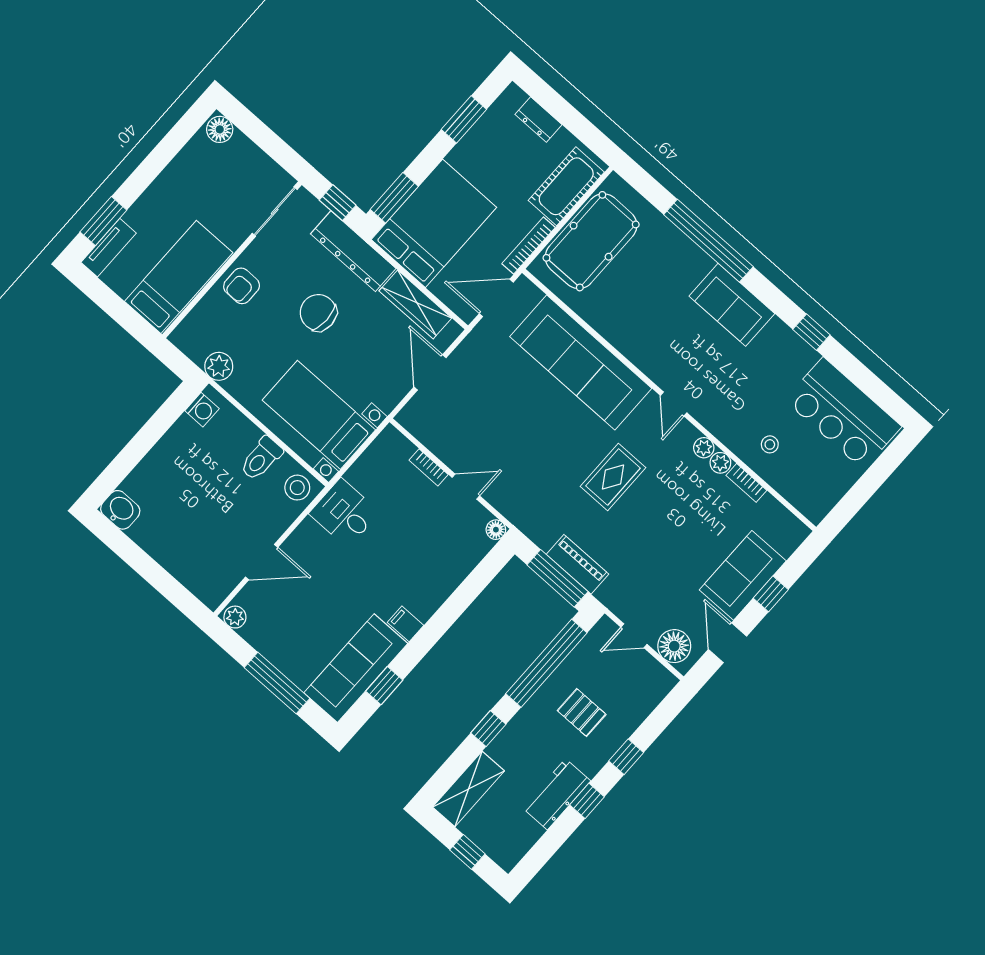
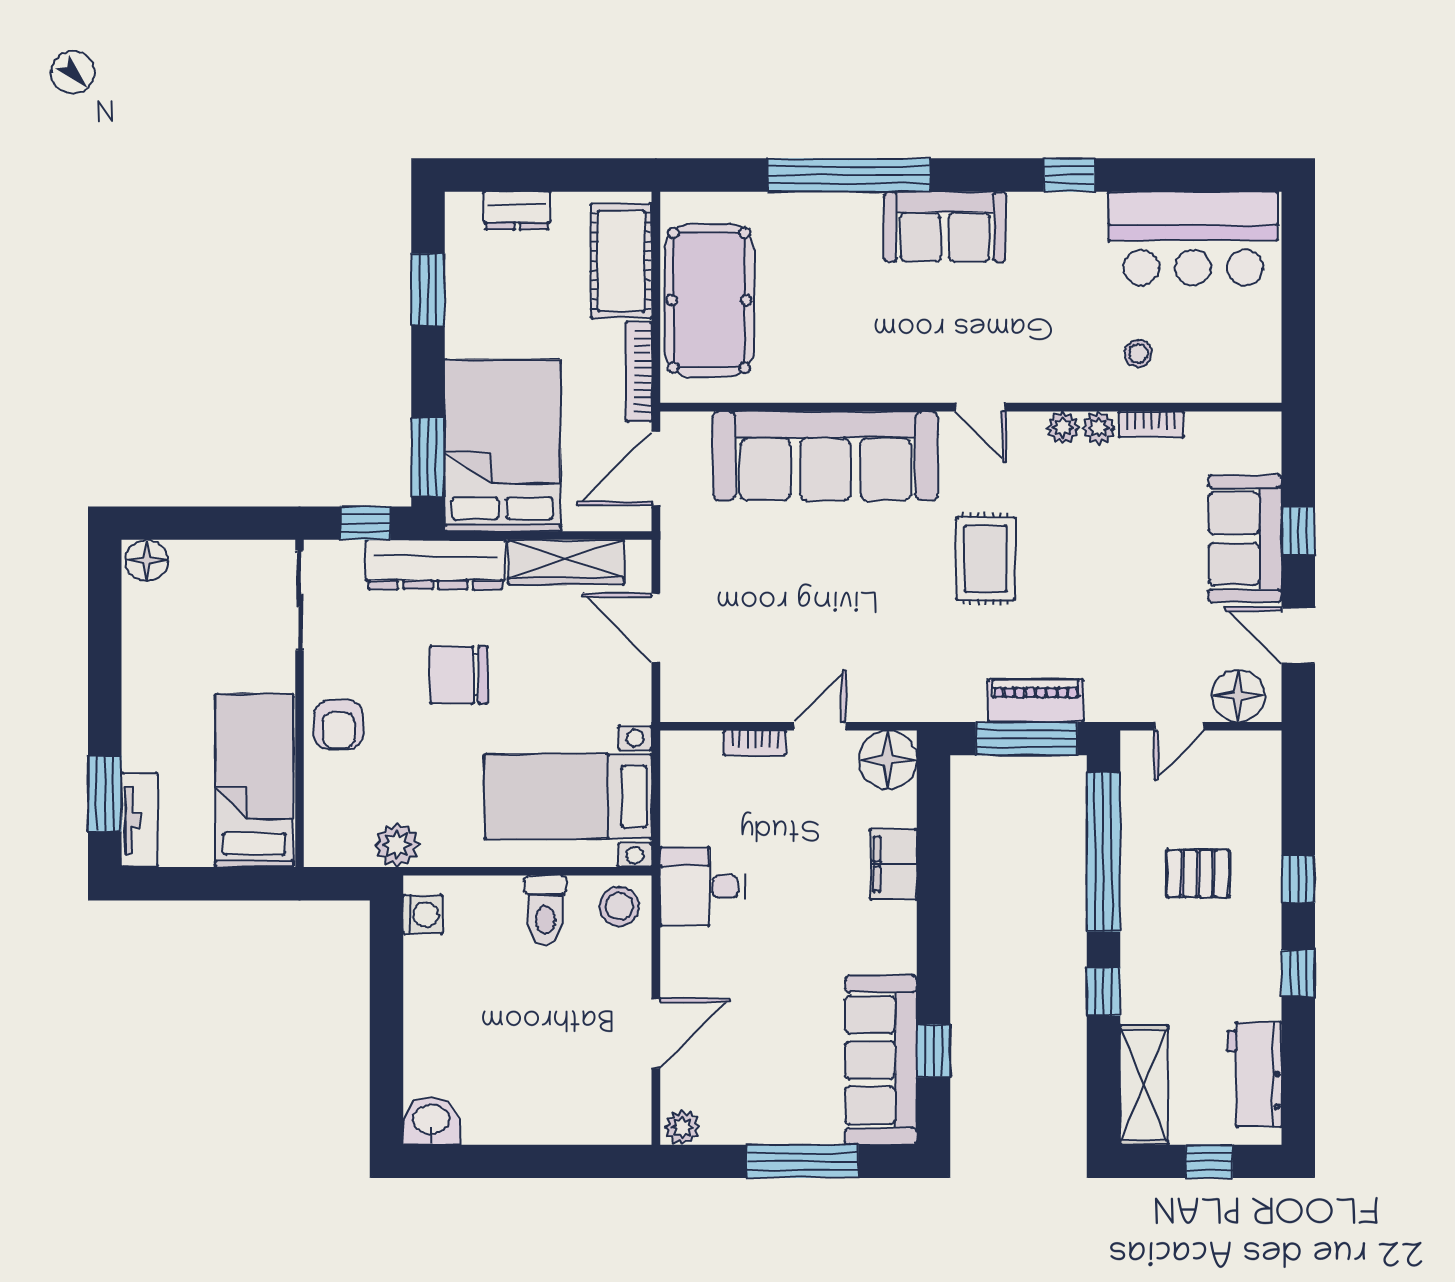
floor lamp: (496, 530) -> (888, 760), width x1.89, depth x1.89
filing cabinet: (406, 624) -> (893, 864), moved, width x2.00
workbench: (556, 794) -> (1255, 1075), moved

